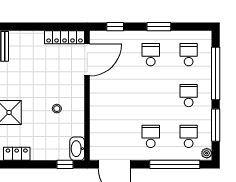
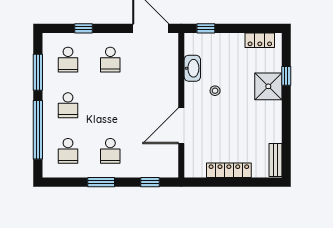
locker: (65, 37) -> (229, 170), moved
door: (87, 60) -> (181, 126), moved
washbasin: (77, 149) -> (192, 68), moved
plant: (207, 153) -> (48, 41), removed
window: (175, 164) -> (83, 28), width x0.32

